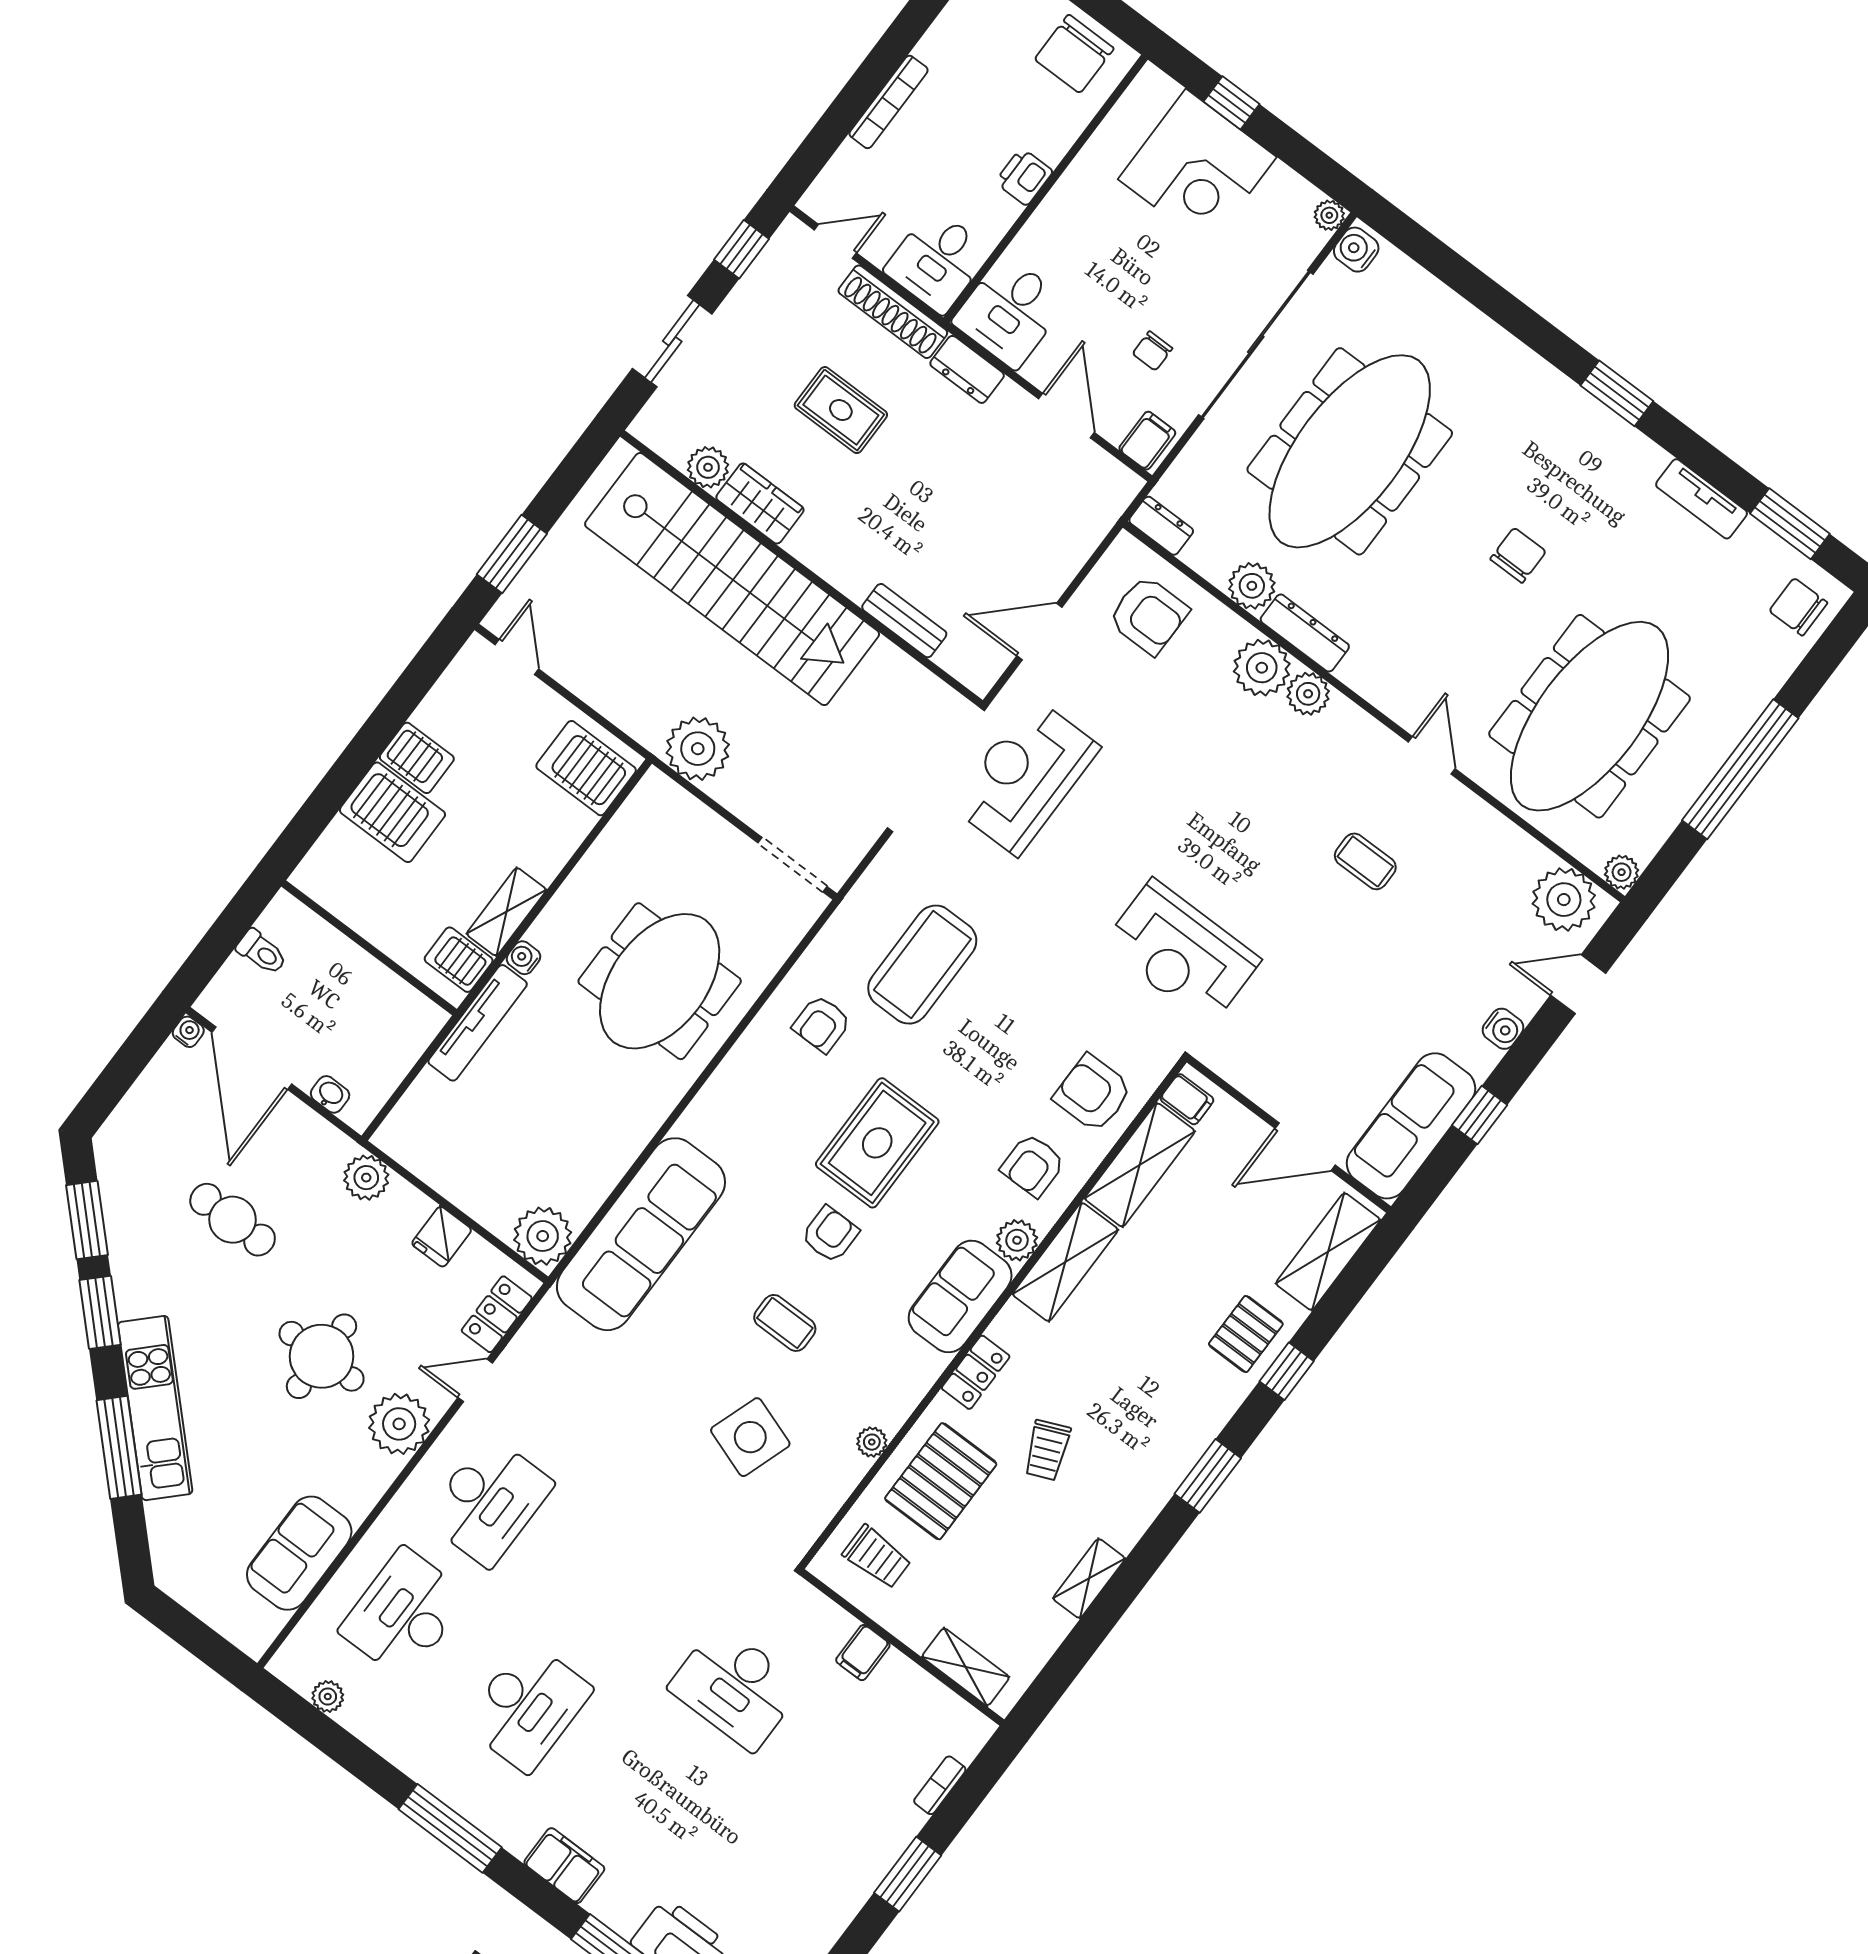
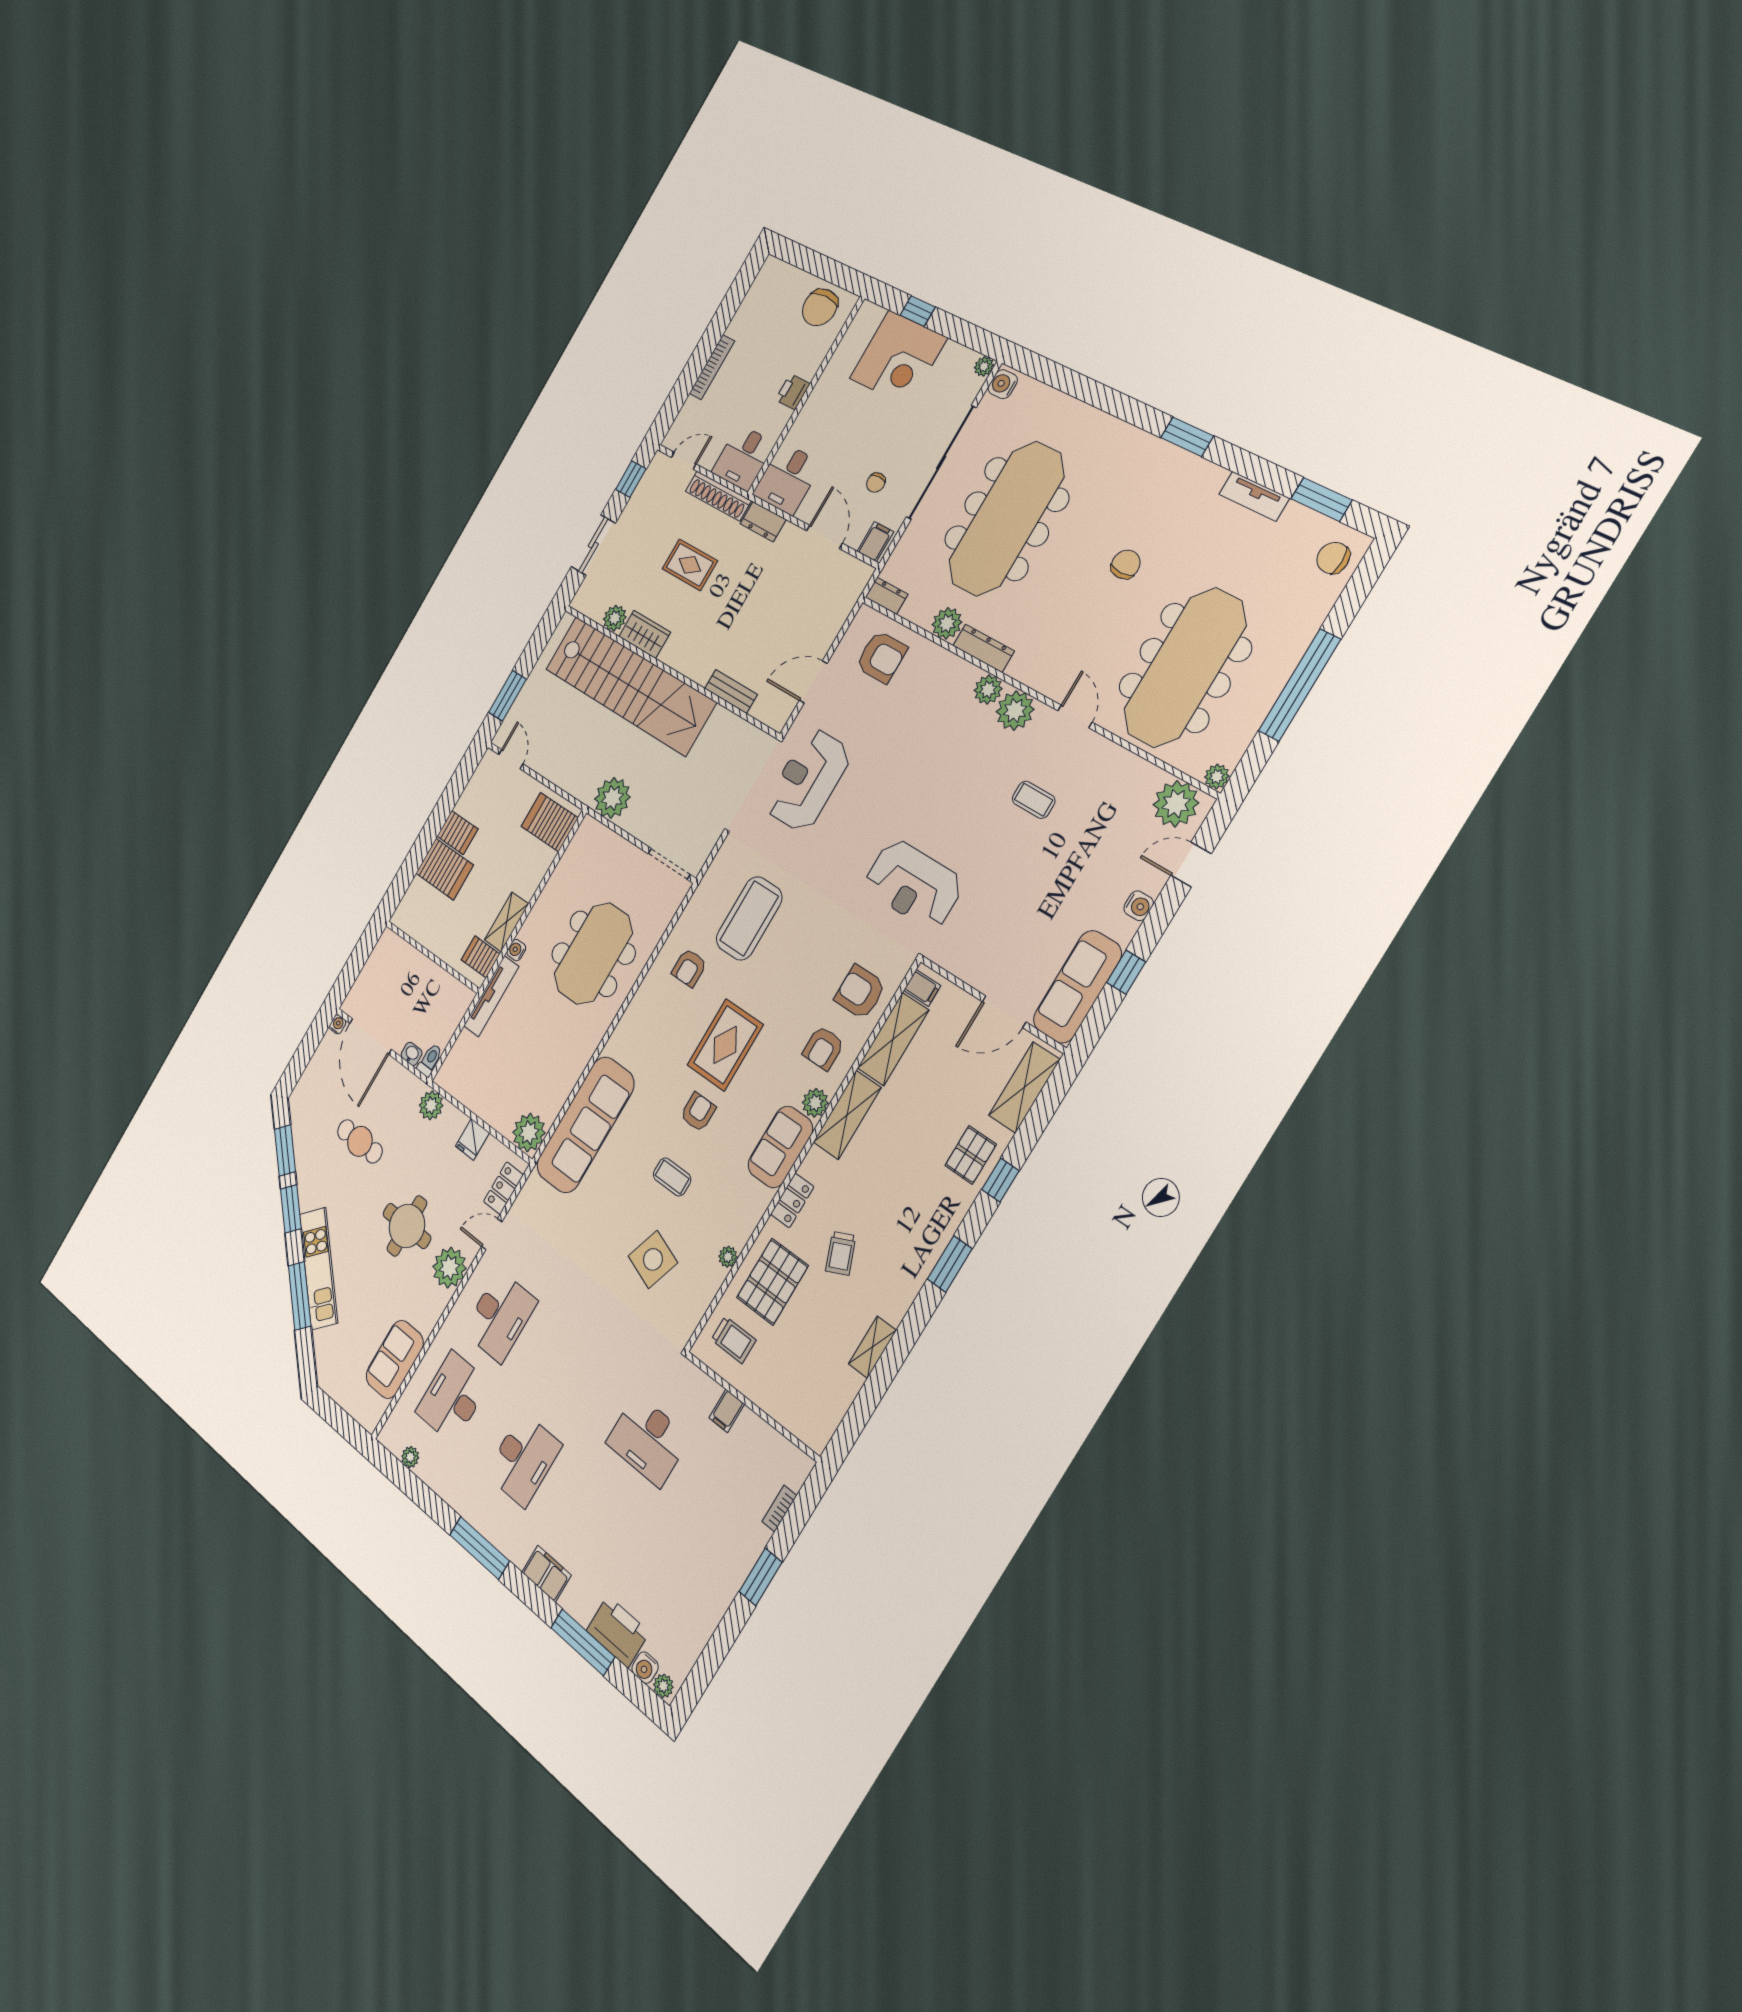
plant: (1262, 668) -> (1015, 711), moved
toilet: (262, 952) -> (430, 1060), moved, turned -90
shelving: (966, 1667) -> (793, 1418), removed

